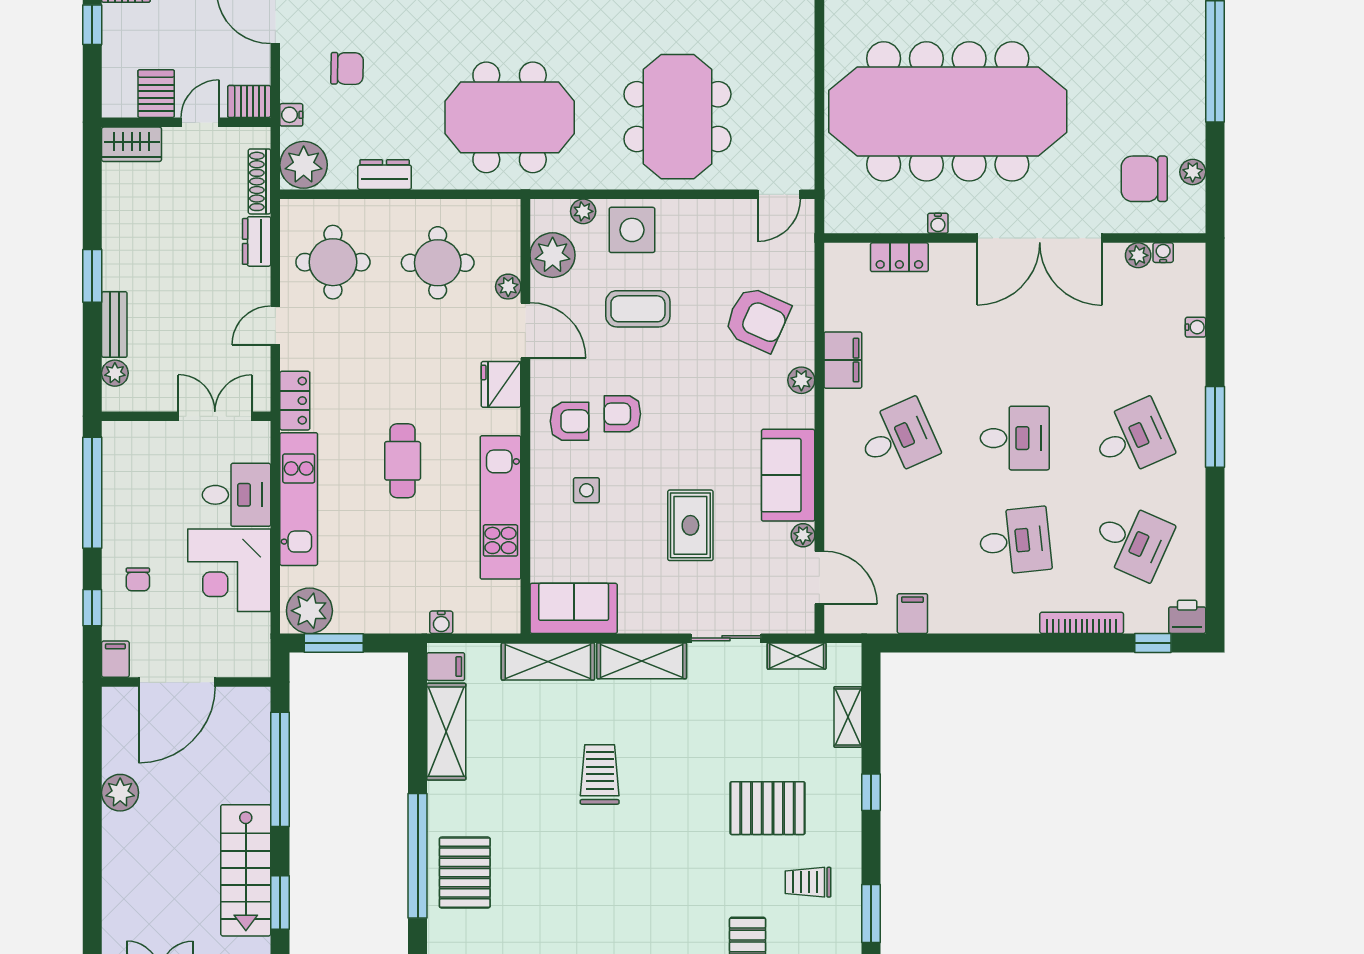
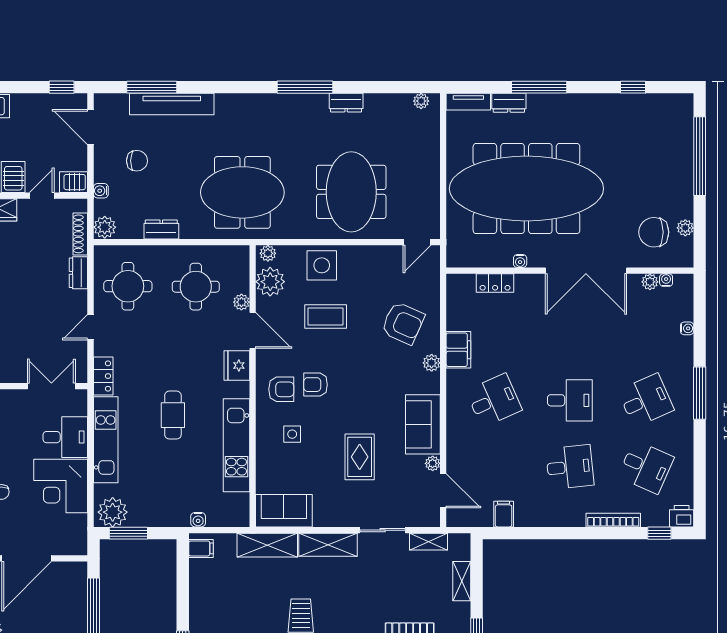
plant: (304, 165) -> (105, 227), width x0.73, depth x0.73
plant: (583, 211) -> (268, 253), moved
shelving: (446, 732) -> (201, 591), removed

